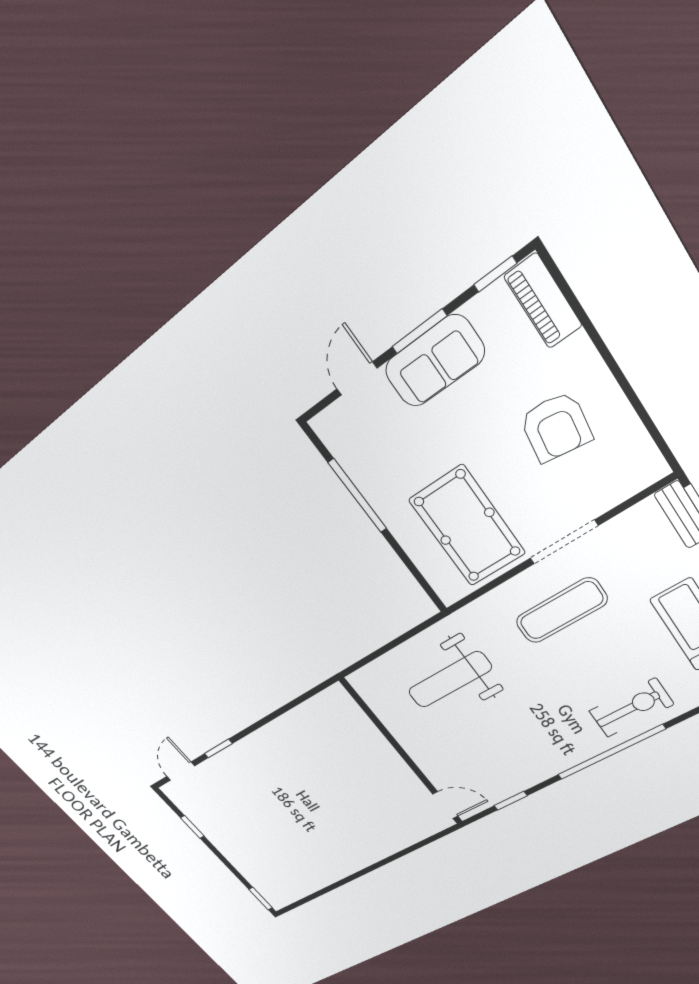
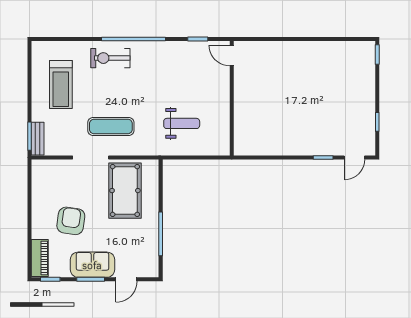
armchair: (556, 427) -> (71, 221), moved
weight bench: (450, 680) -> (182, 123), width x0.73, depth x0.75

